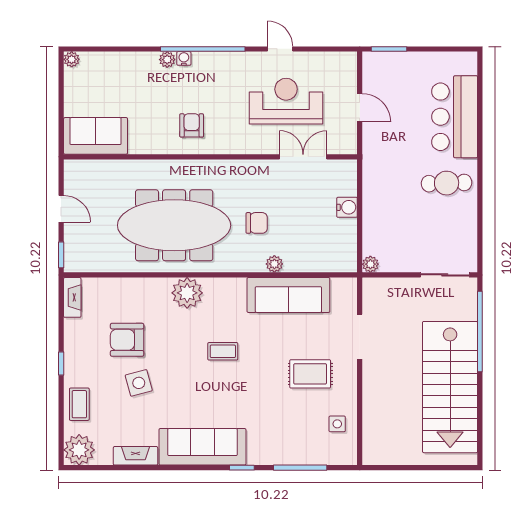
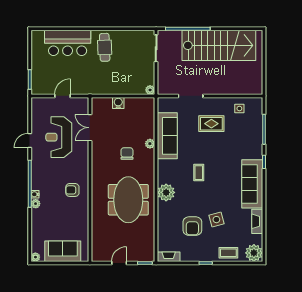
sofa: (96, 136) -> (63, 251), moved, turned 90
meeting table: (174, 225) -> (128, 200), width x0.73
rug: (310, 374) -> (211, 124), turned 90

